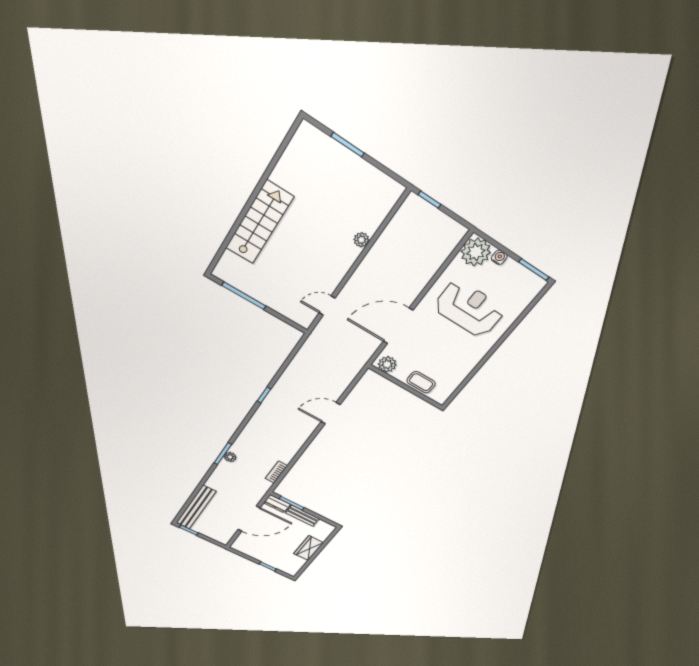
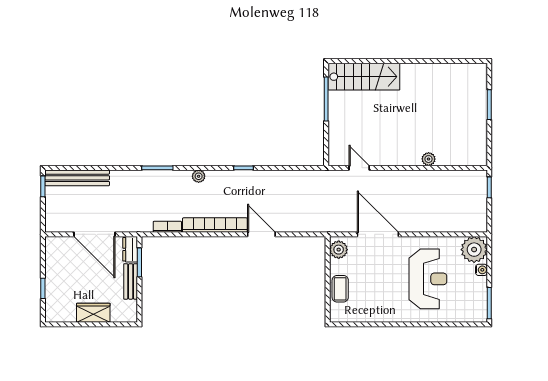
stairs: (259, 223) -> (364, 77), moved
bookcase: (299, 441) -> (215, 225), added
plant: (230, 457) -> (199, 176), moved

